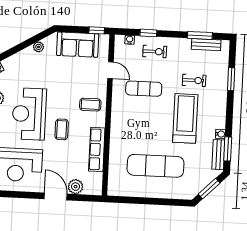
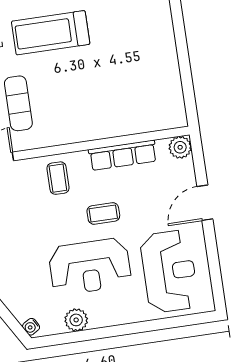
exercise mat: (155, 166) -> (130, 63), removed
plant: (76, 187) -> (180, 147), moved

